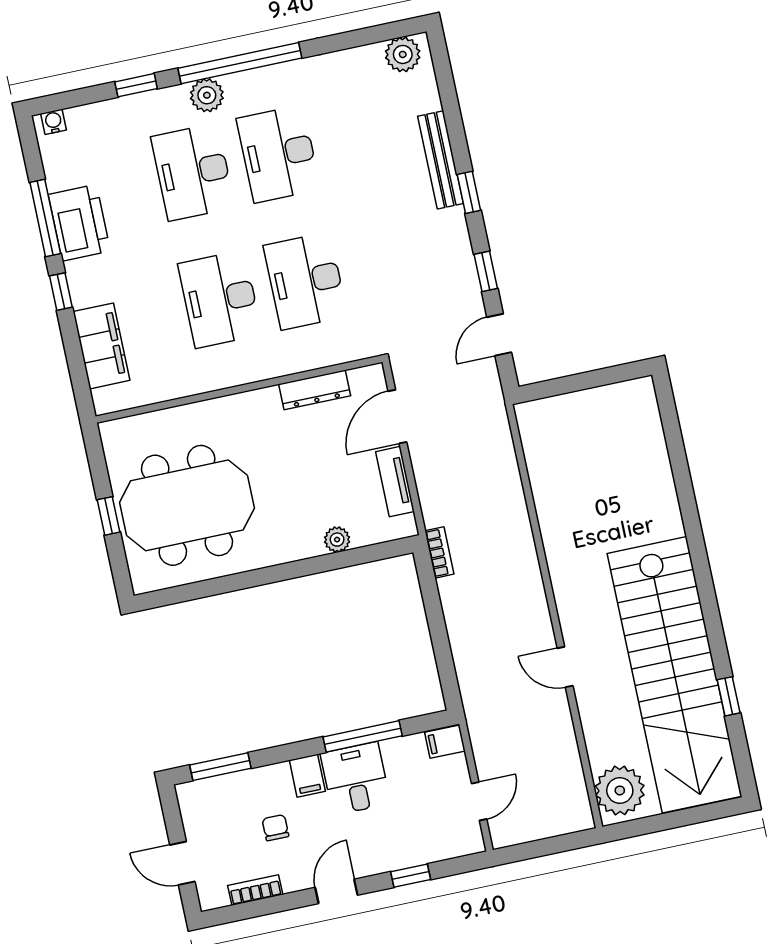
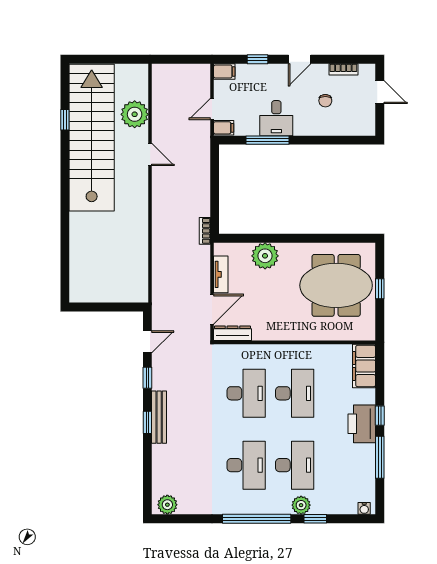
plant: (207, 95) -> (301, 505), moved
bench: (440, 160) -> (159, 417), moved
printer: (79, 223) -> (362, 424), moved
filing cabinet: (101, 346) -> (364, 366), moved
dresser: (315, 390) -> (232, 333), moved
plant: (337, 540) -> (265, 256), width x1.88, depth x1.88
window: (220, 767) -> (348, 140), removed
filing cabinet: (307, 776) -> (224, 71), moved, turned 90
plant: (620, 790) -> (135, 114), moved
door: (479, 801) -> (212, 109), moved

